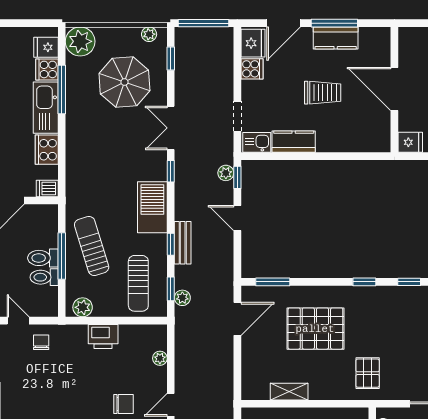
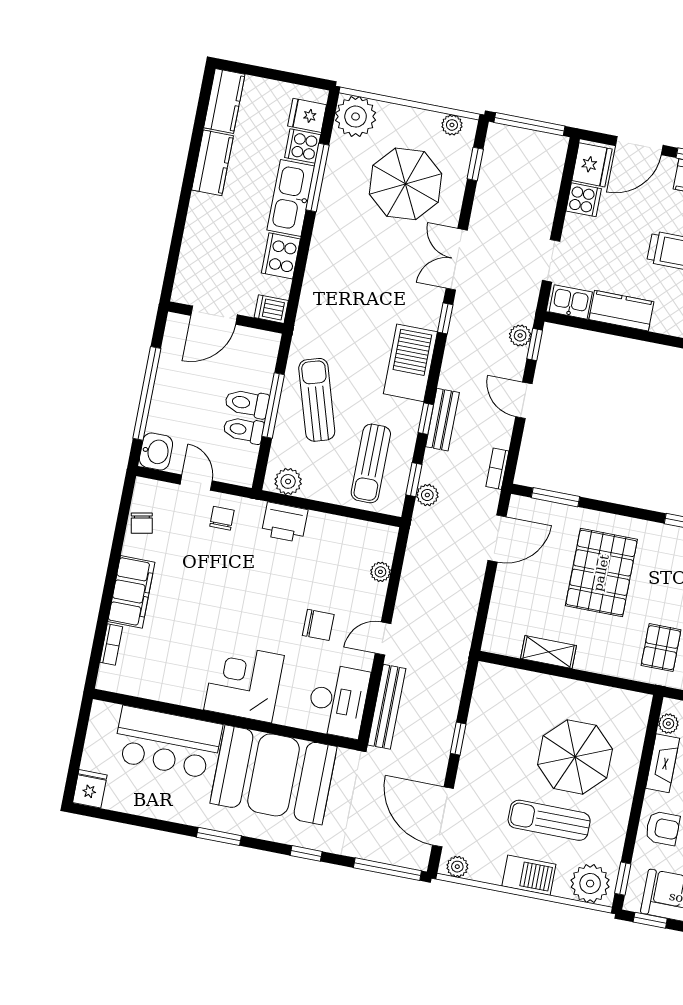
bookcase: (228, 270) -> (497, 469), added
pallet: (315, 329) -> (601, 573), turned 90
printer: (103, 337) -> (285, 522), moved

